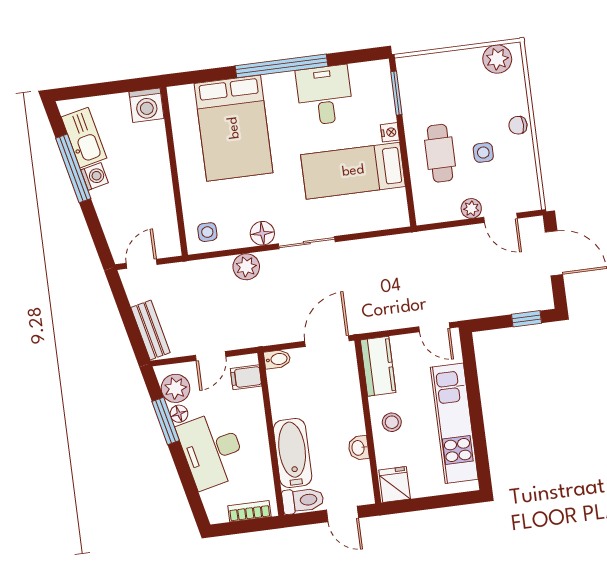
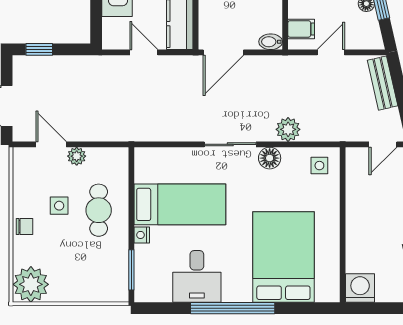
plant: (497, 59) -> (31, 284), width x1.36, depth x1.36
door: (434, 327) -> (144, 52), moved
plant: (175, 388) -> (367, 27), removed

